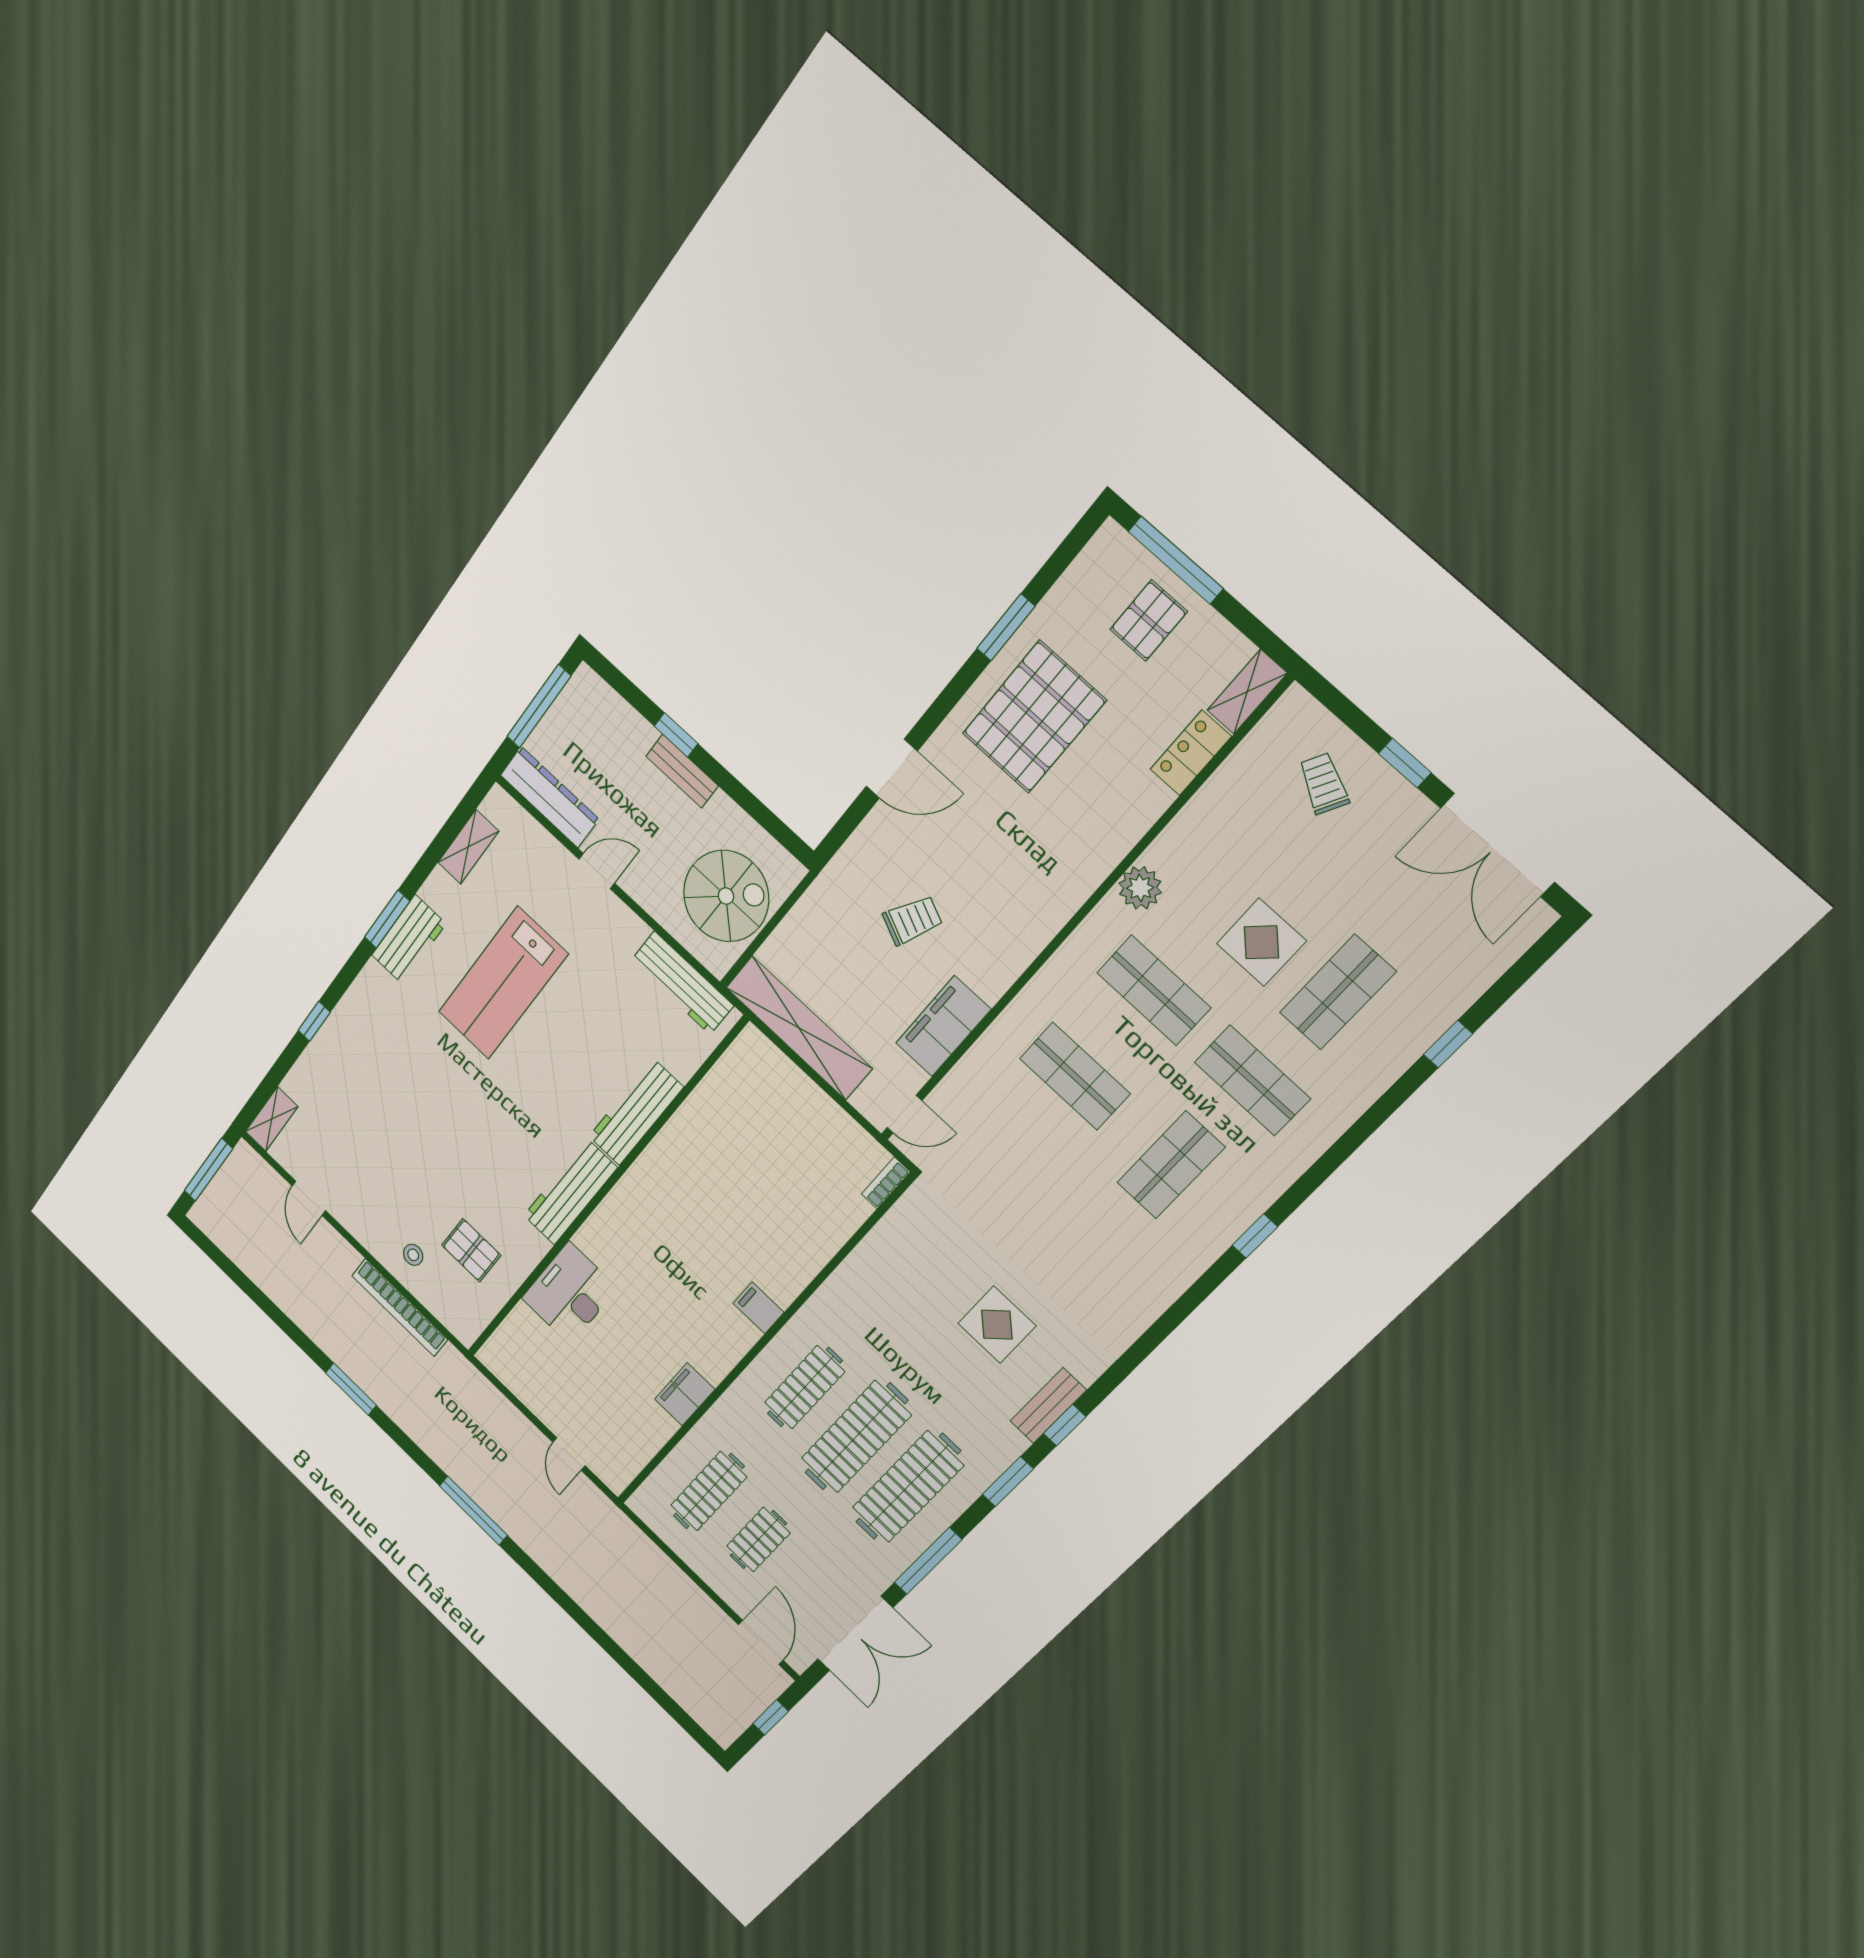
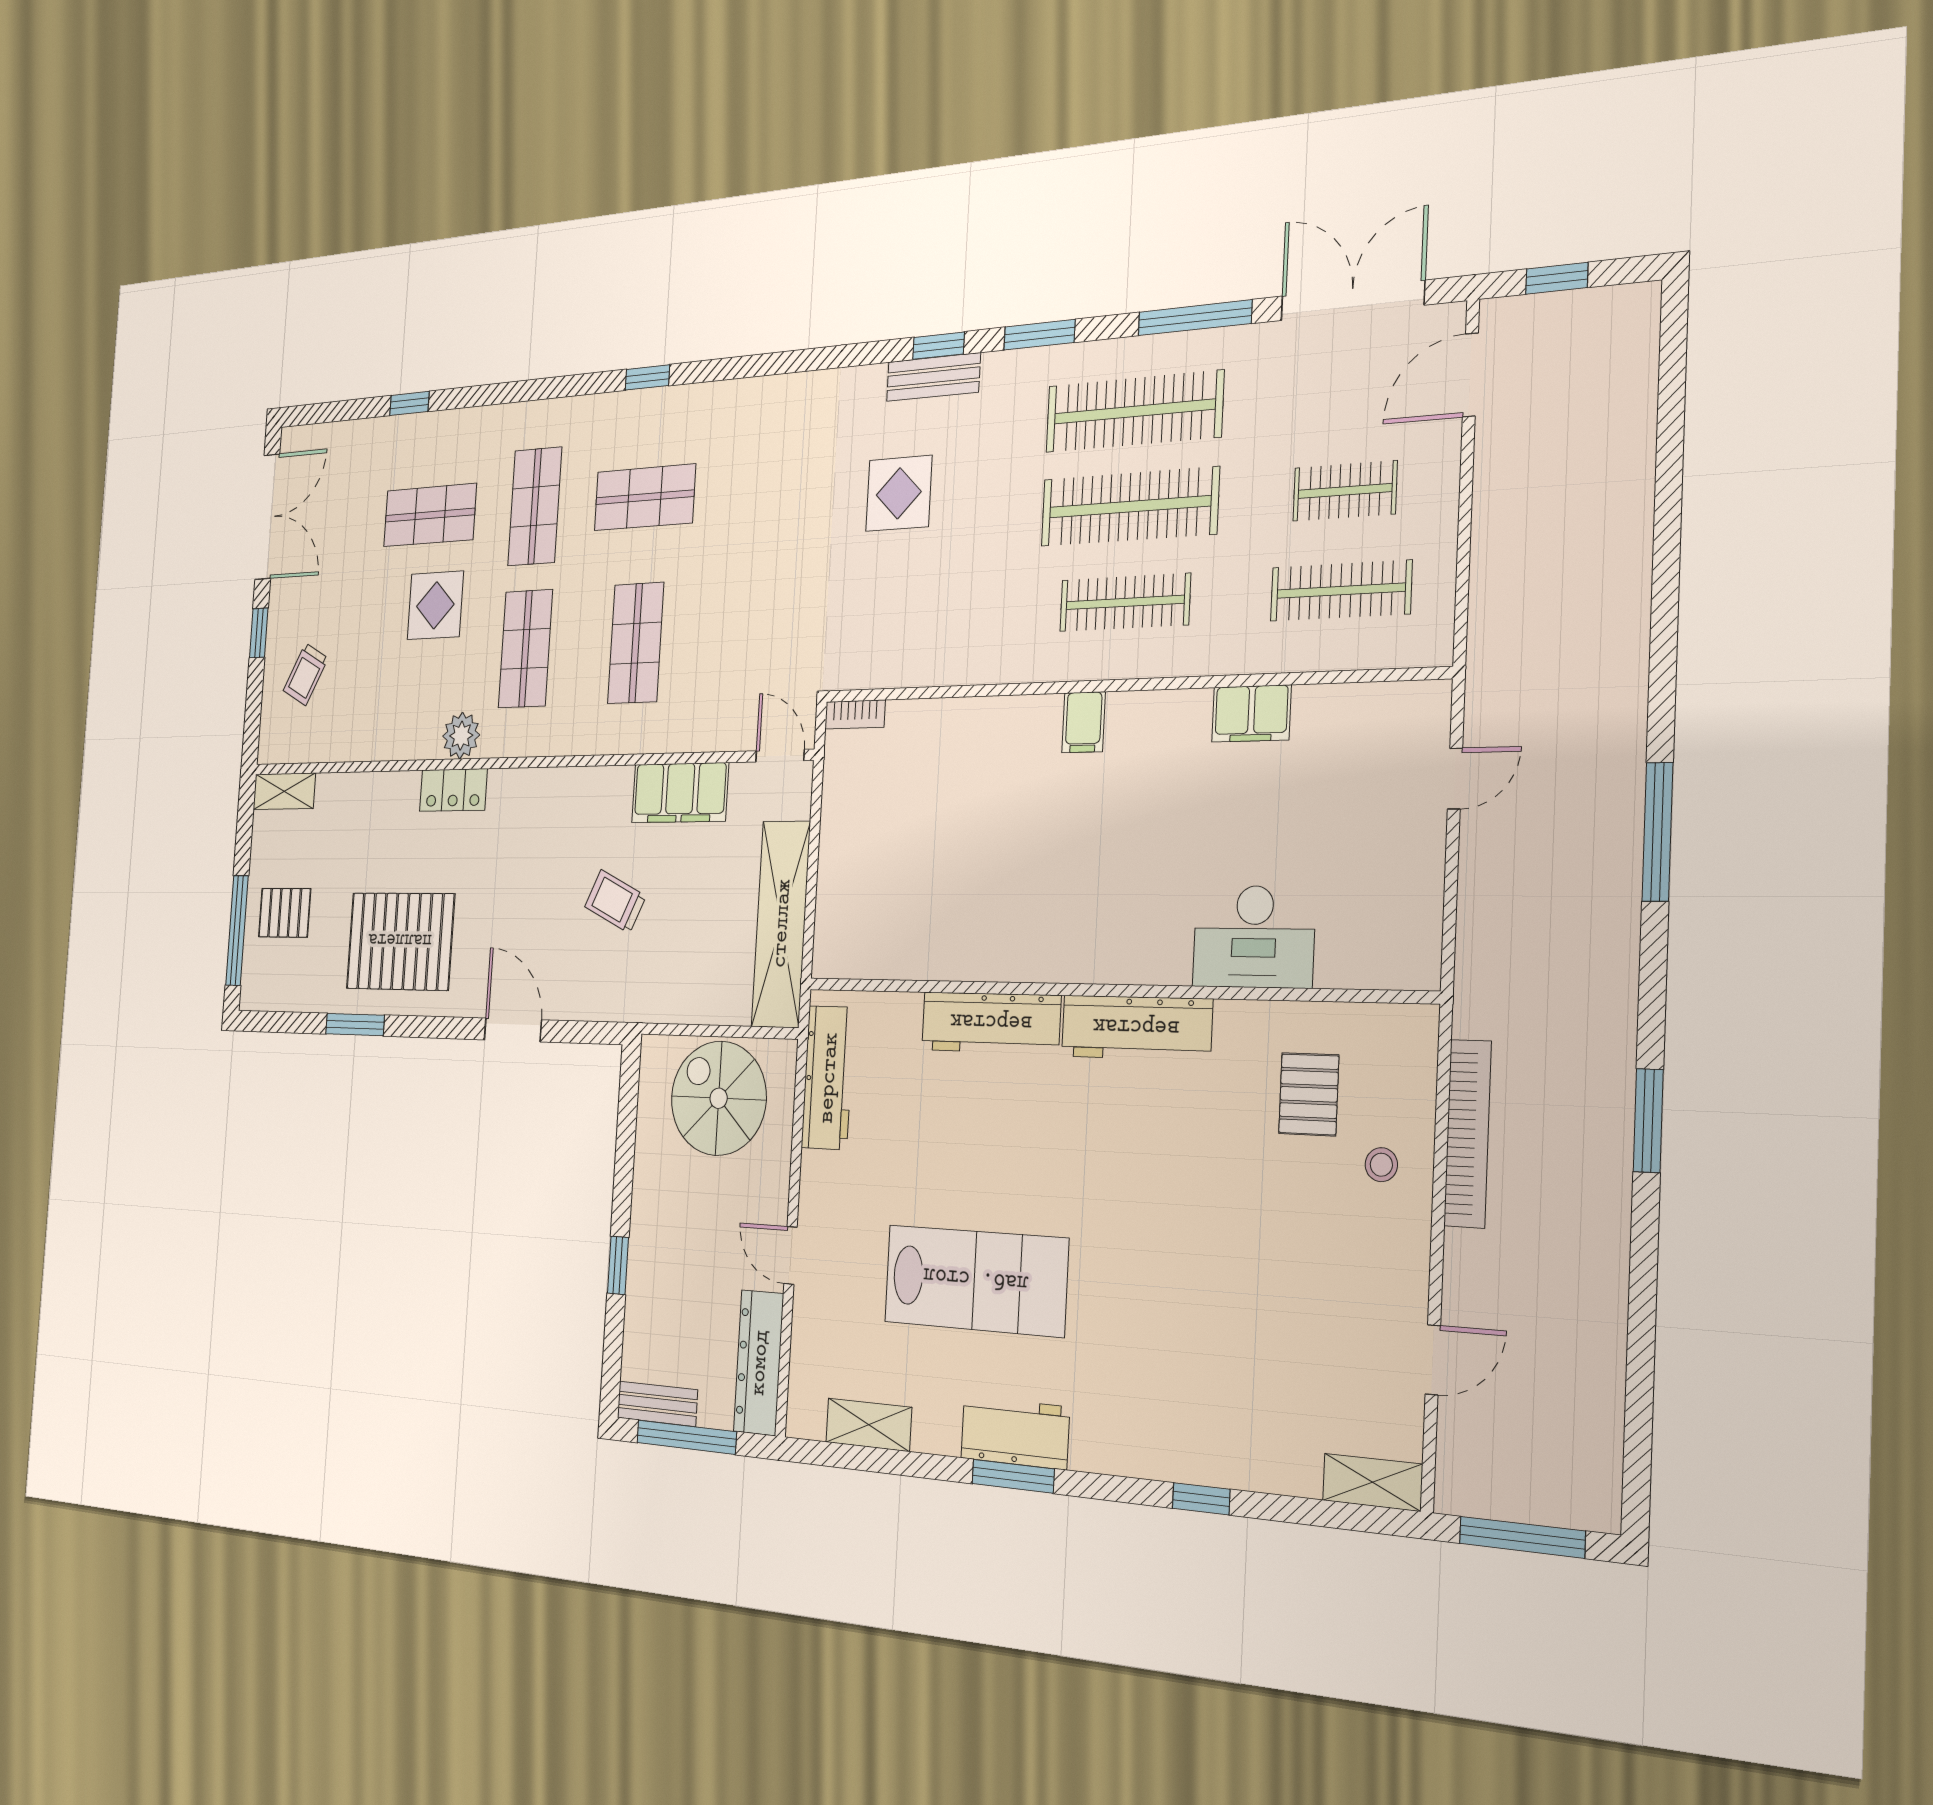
locker: (1191, 753) -> (453, 790), moved
bench: (682, 771) -> (657, 1404), moved, turned 90

